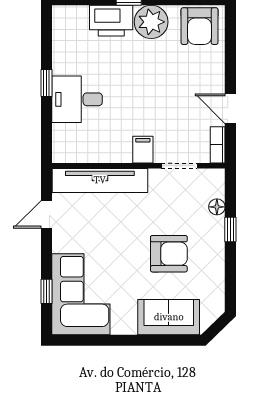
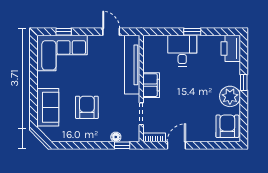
printer: (111, 21) -> (231, 48), moved
armchair: (200, 26) -> (227, 126), turned 90
filing cabinet: (143, 150) -> (151, 85), width x2.00
window: (230, 230) -> (122, 145), moved
armchair: (169, 254) -> (87, 107), turned 180

